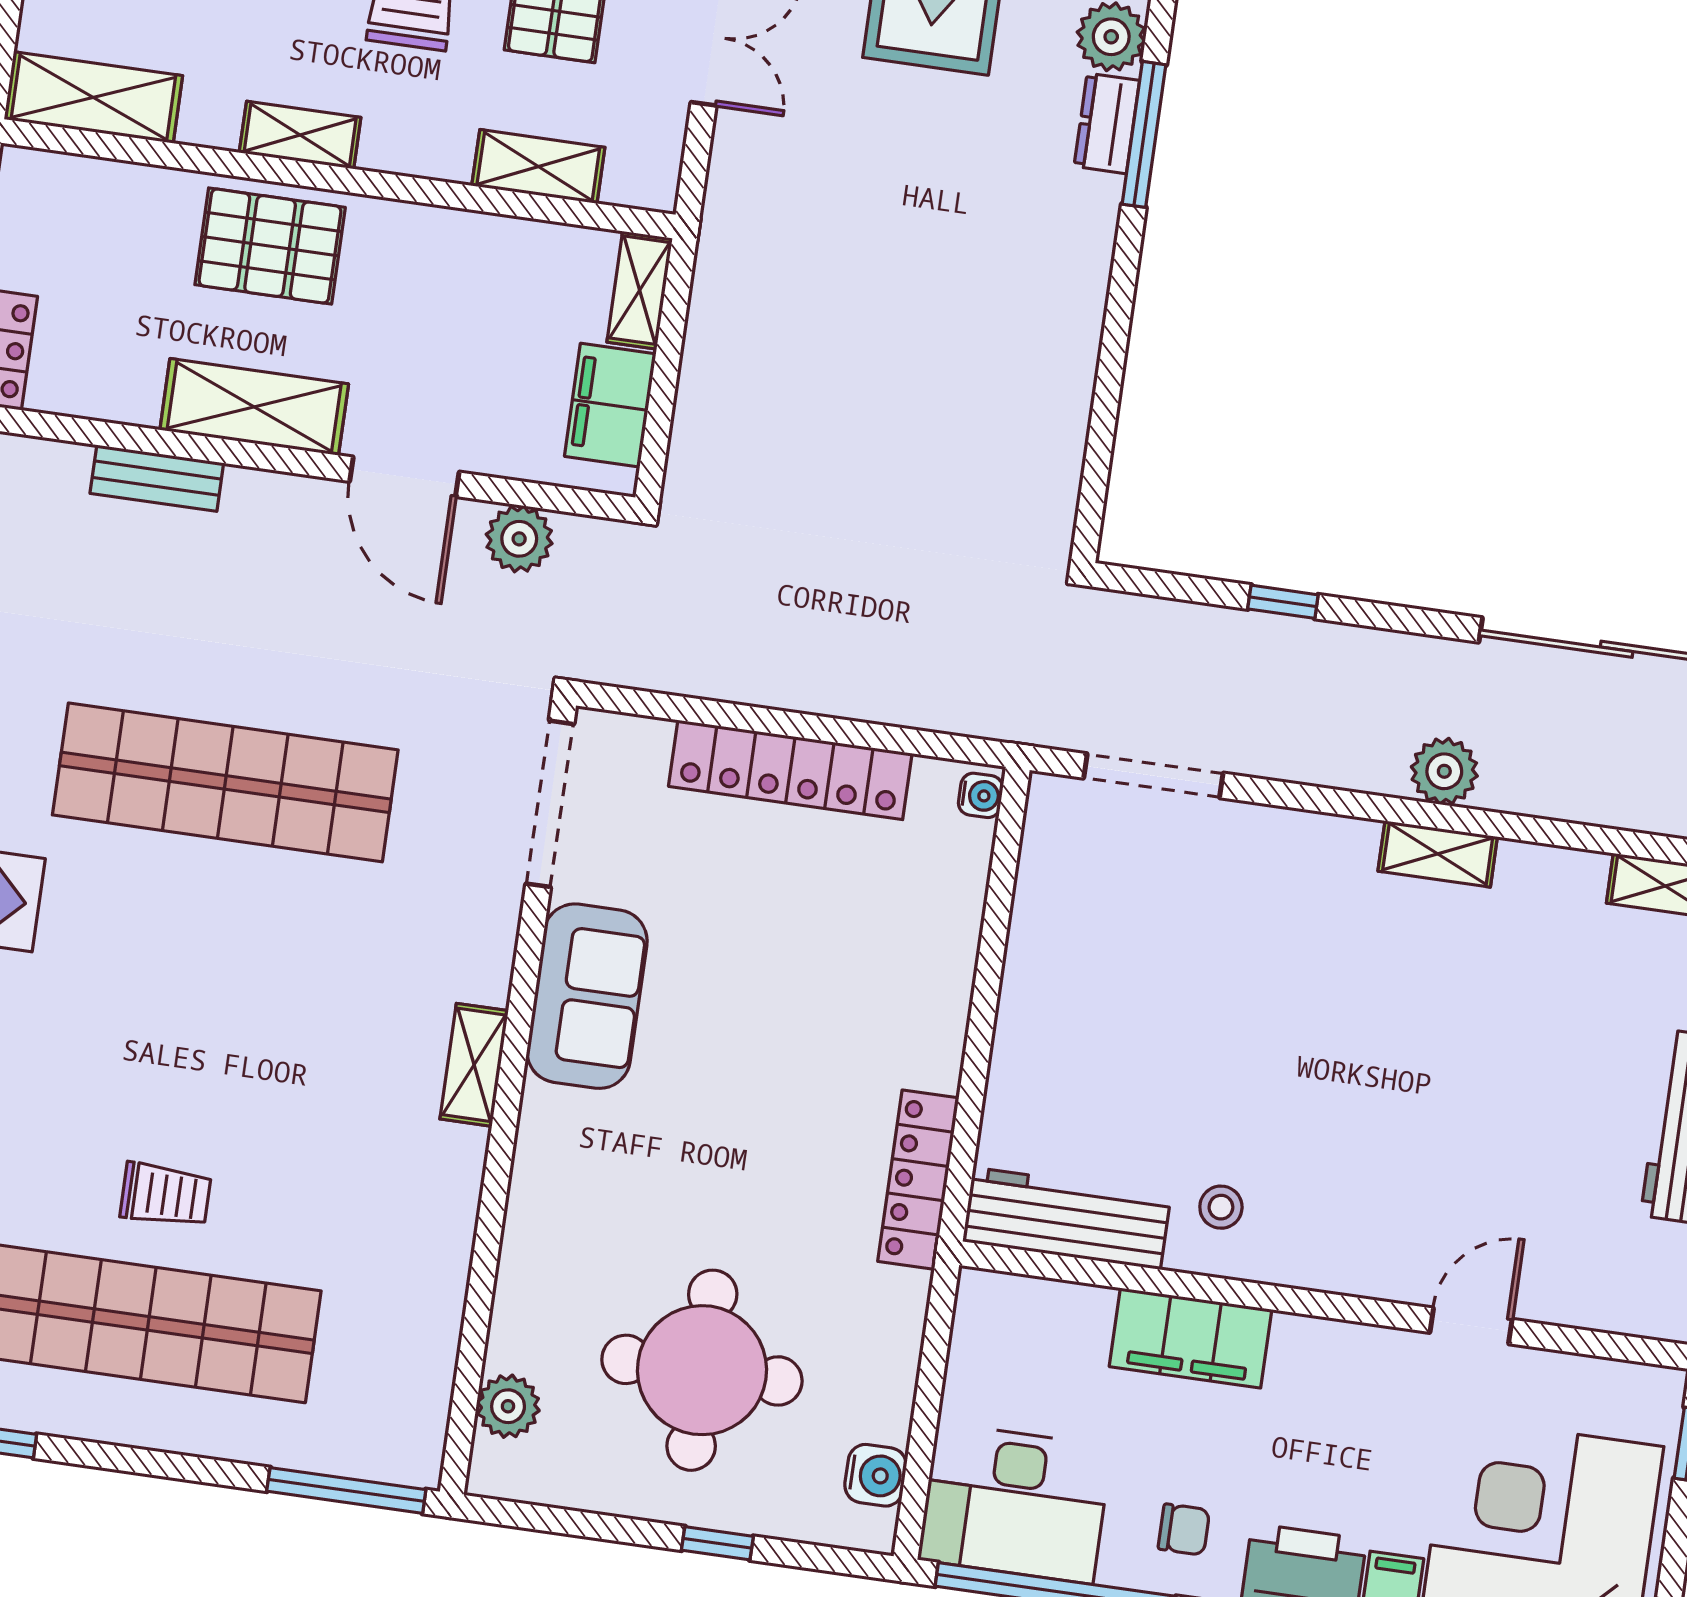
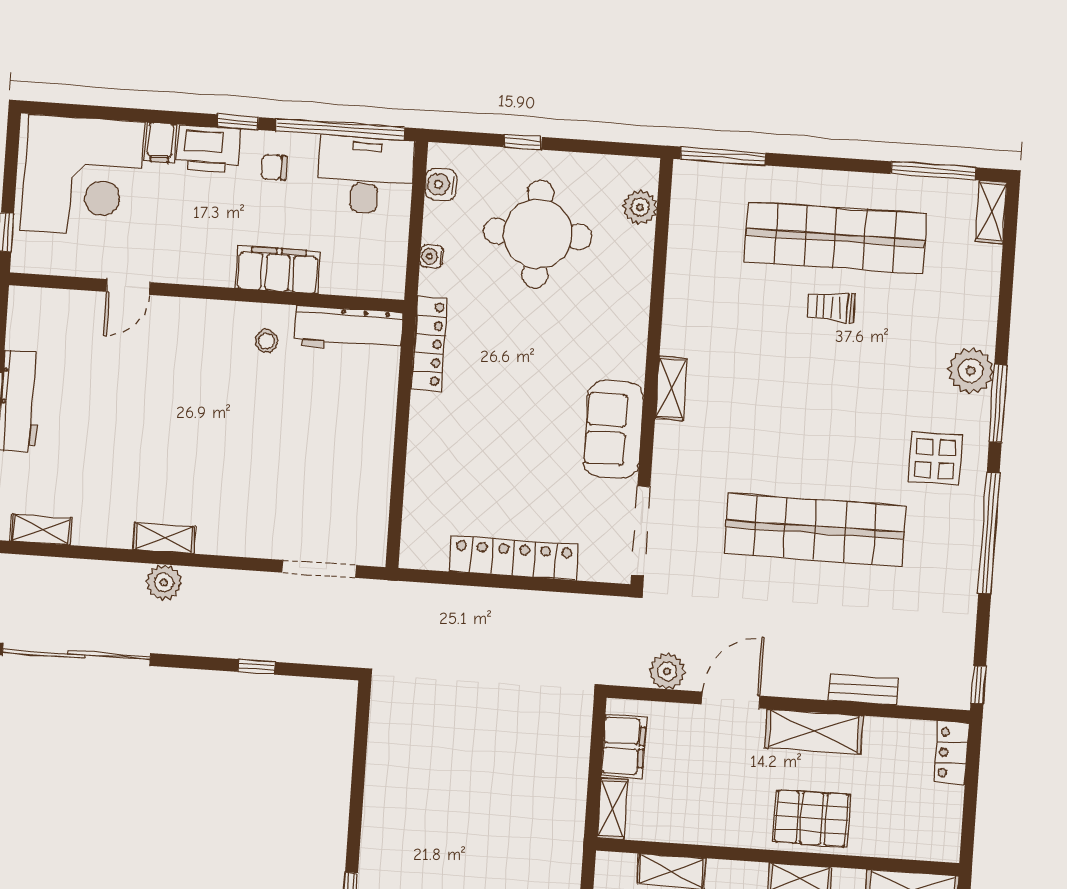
door: (404, 477) -> (731, 700), hinge flipped
water cooler: (981, 795) -> (431, 256), moved

